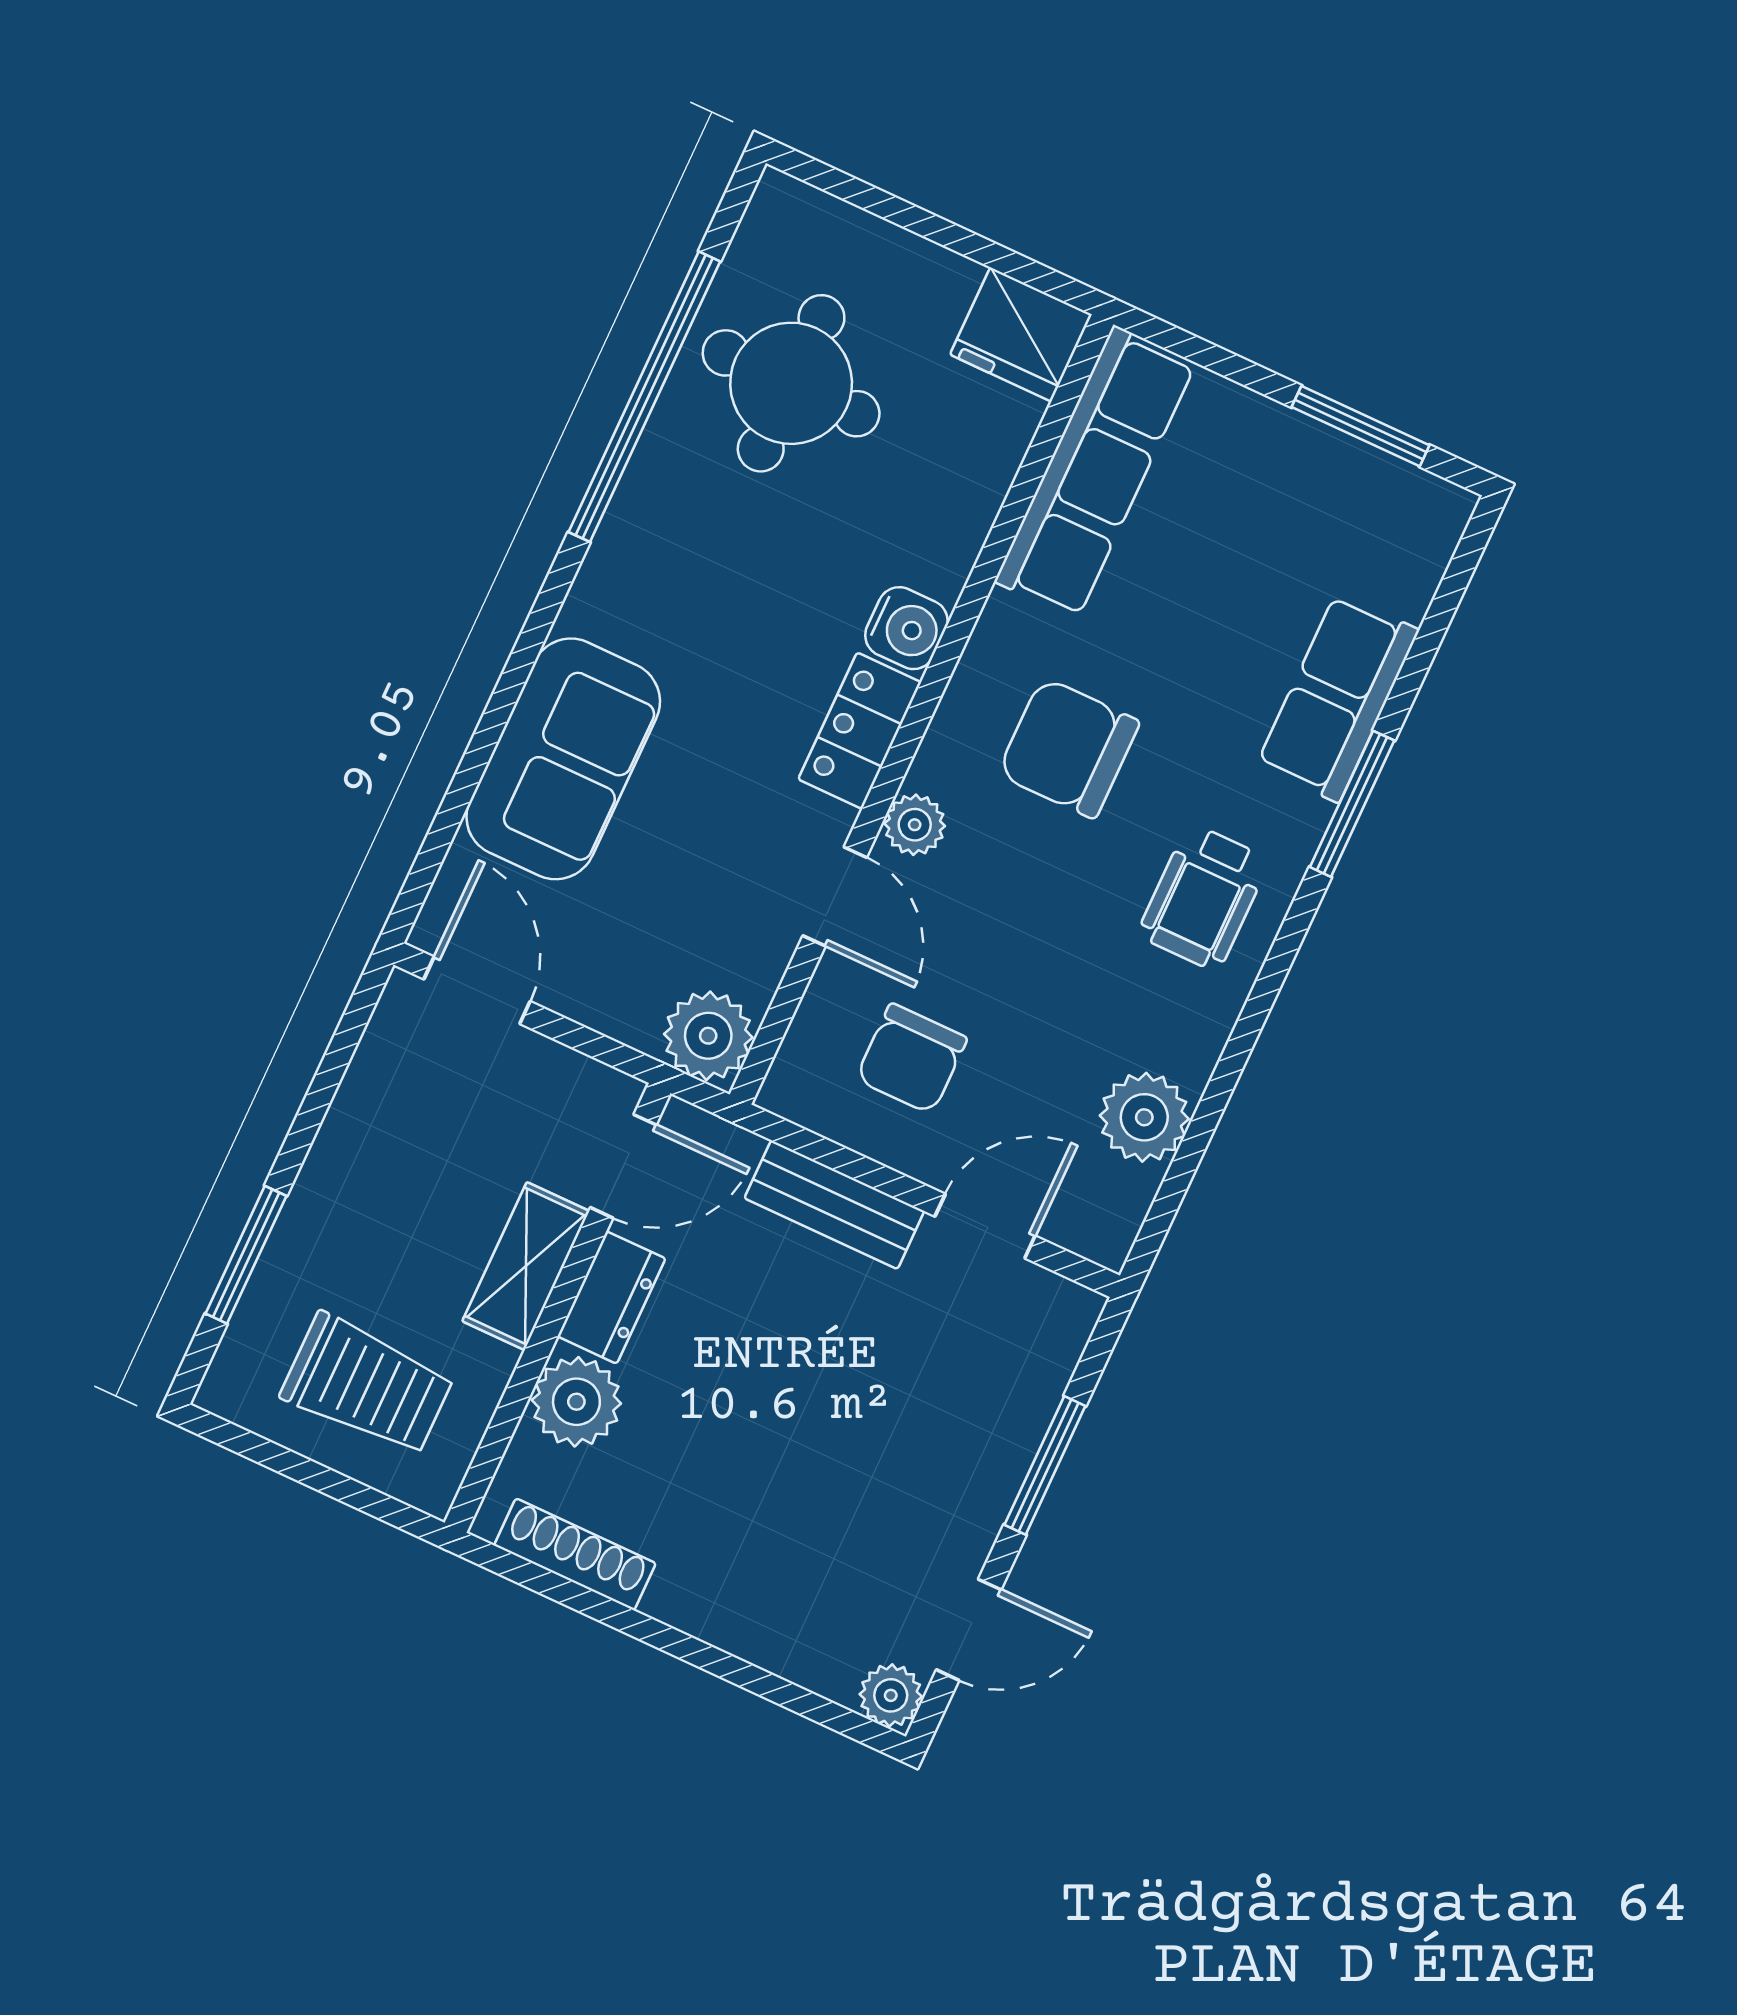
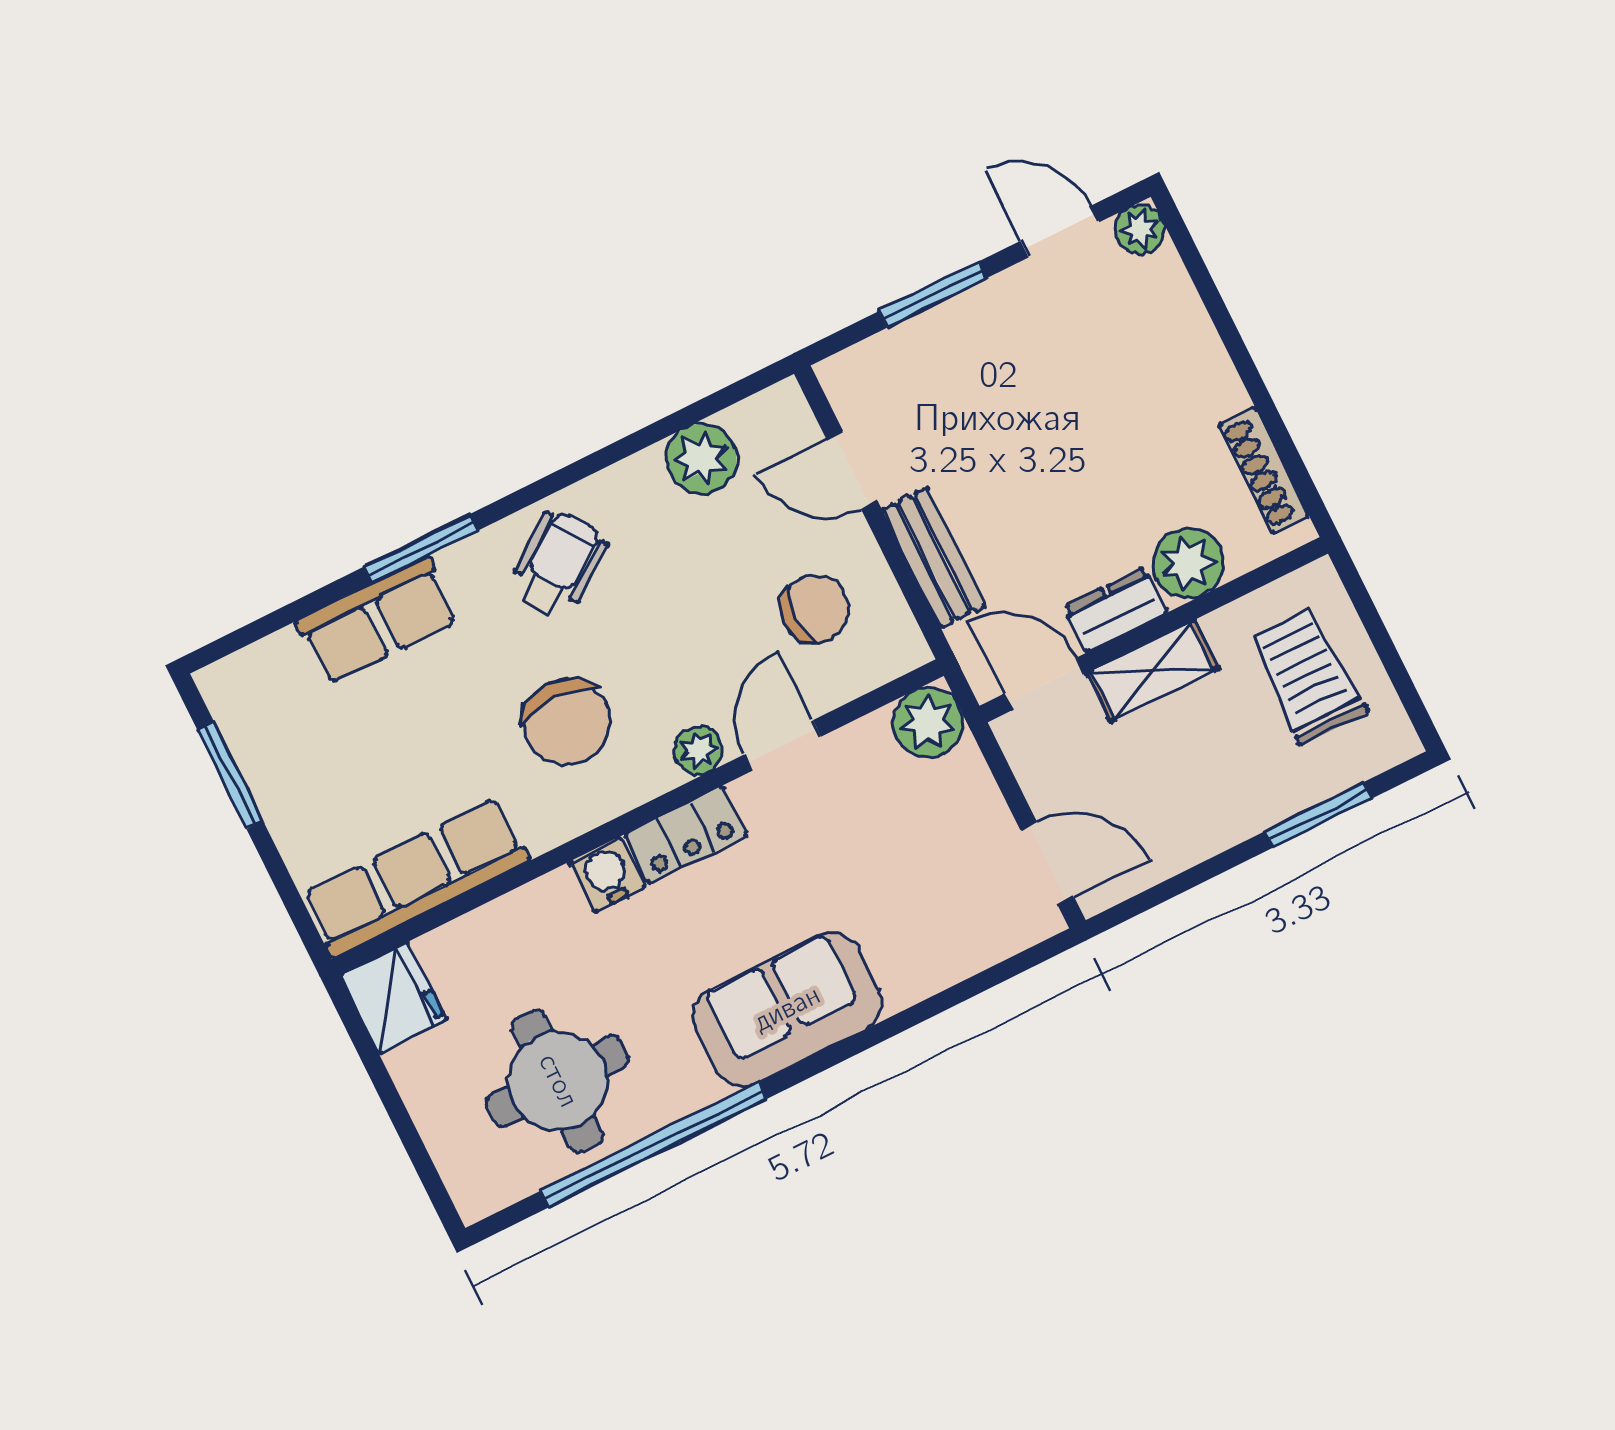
sofa: (563, 759) -> (787, 1009), moved
wheelchair: (1203, 897) -> (557, 564), turned -36
door: (477, 990) -> (1047, 864), swing flipped

